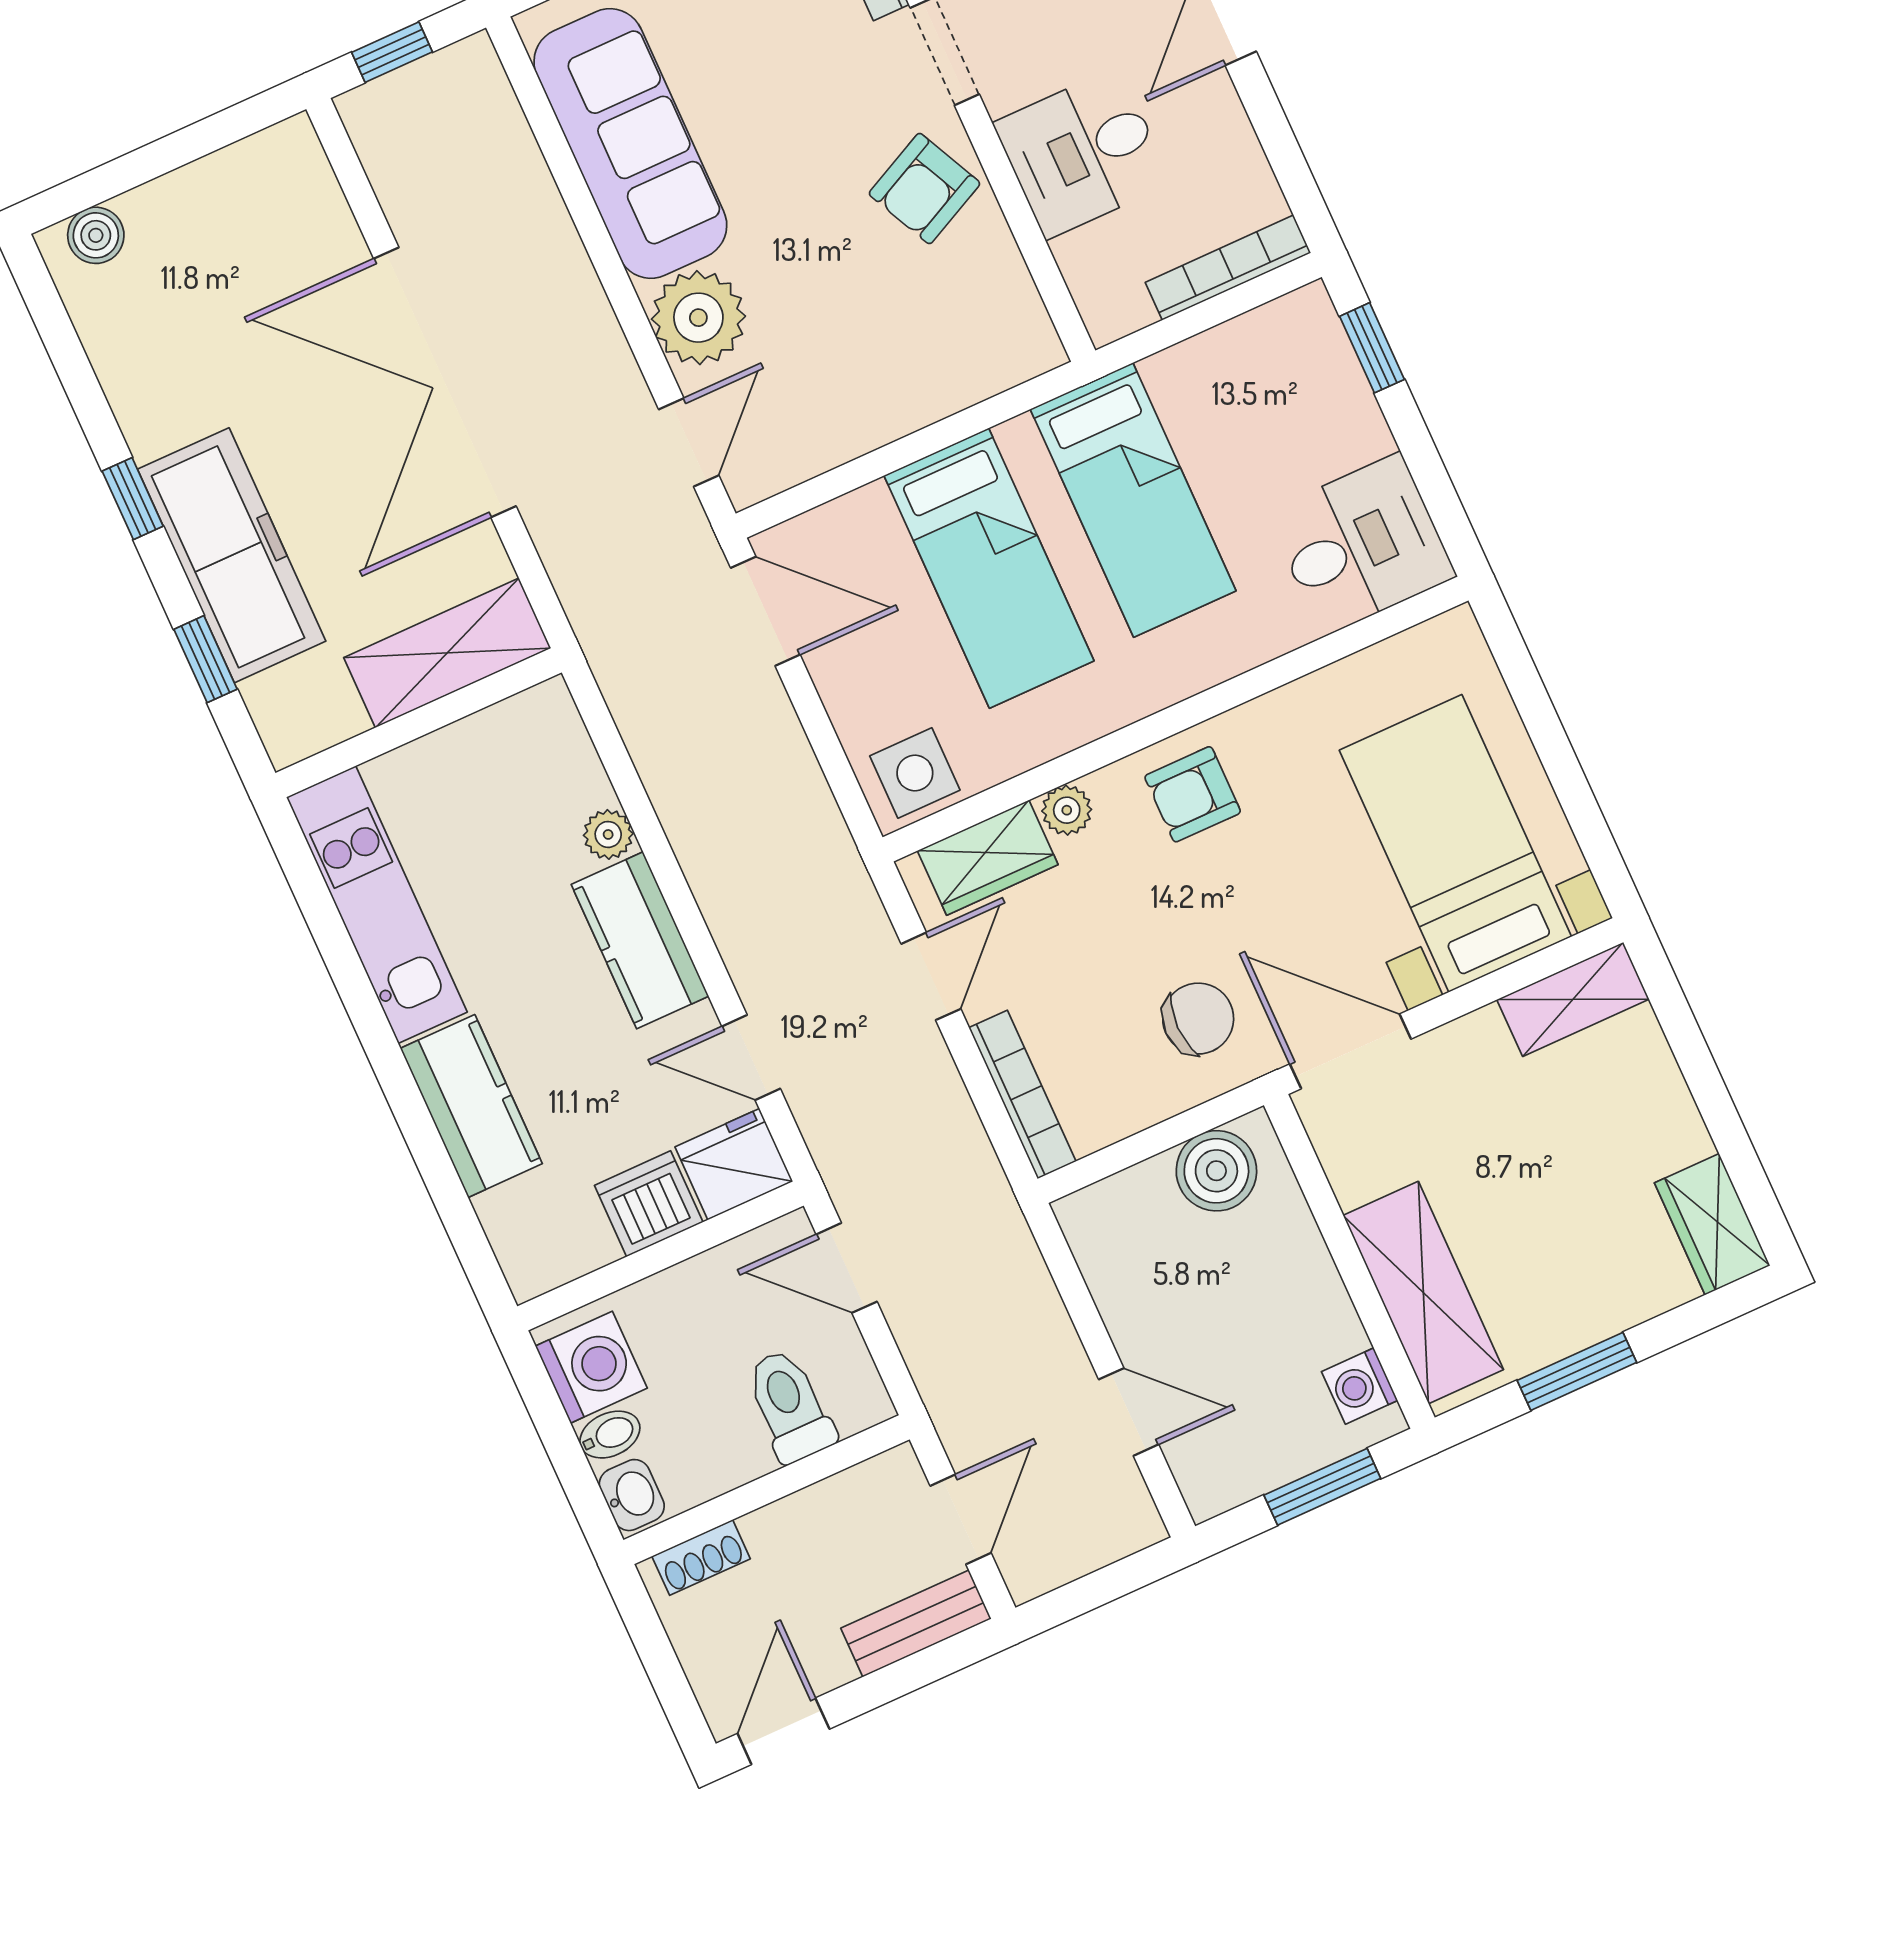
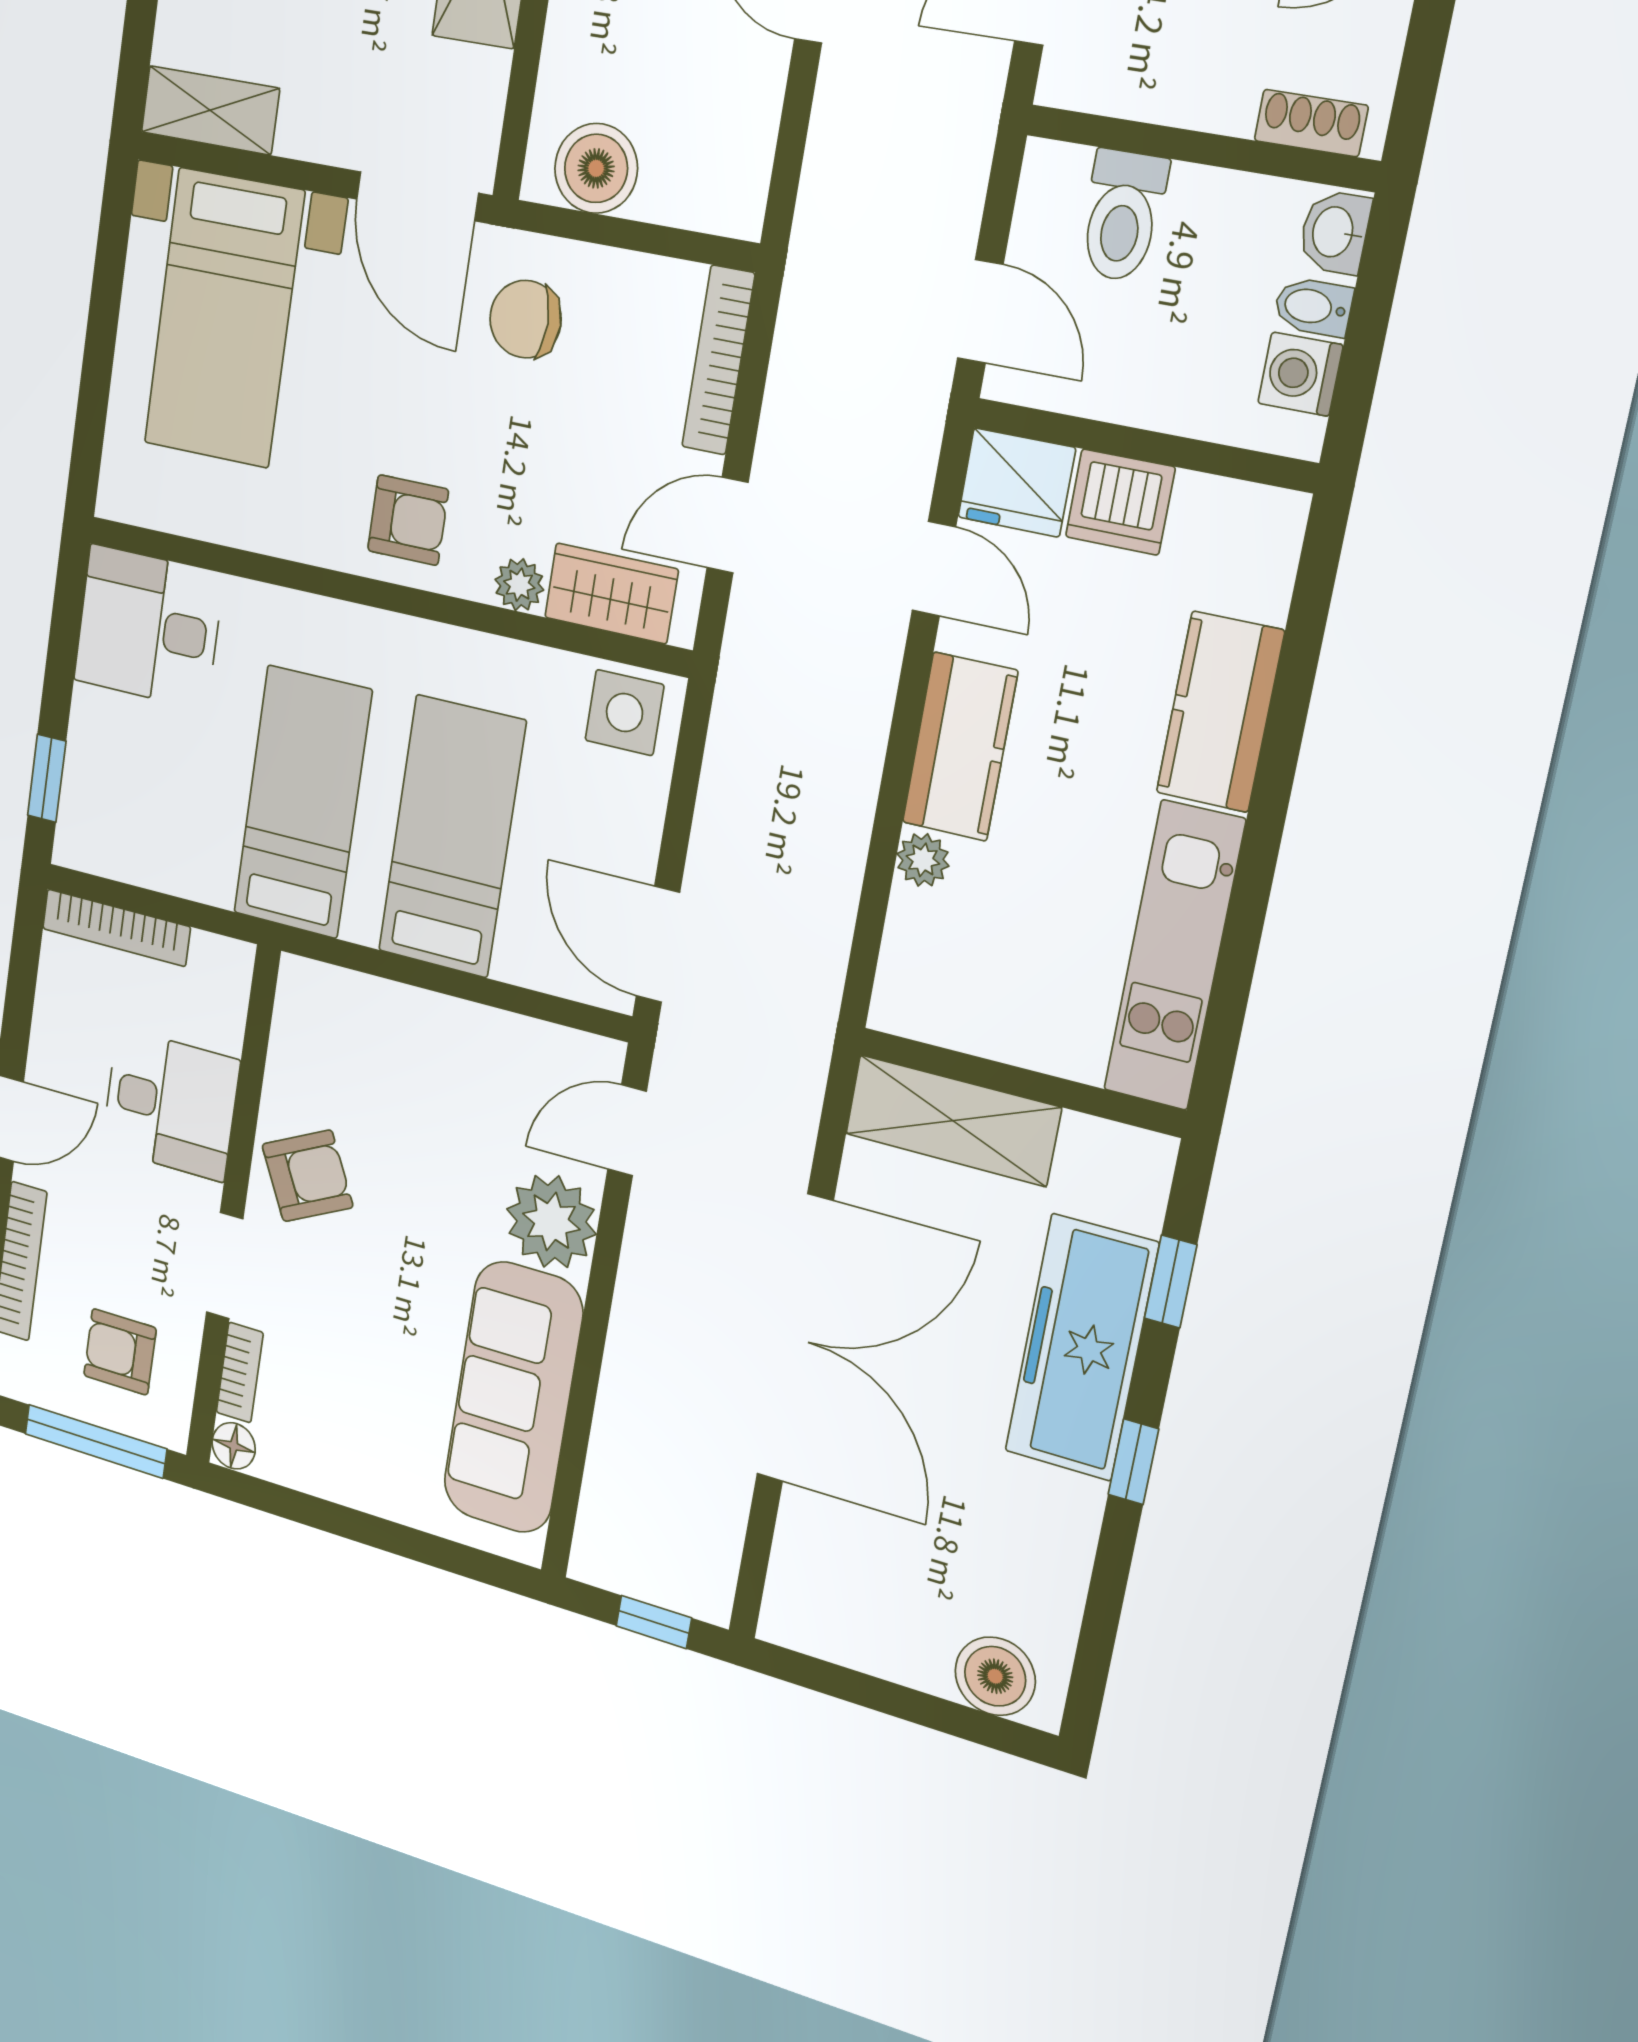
boiler: (96, 235) -> (995, 1676), width x1.36, depth x1.36
washing machine: (591, 1367) -> (1300, 374), width x0.73, depth x0.73

